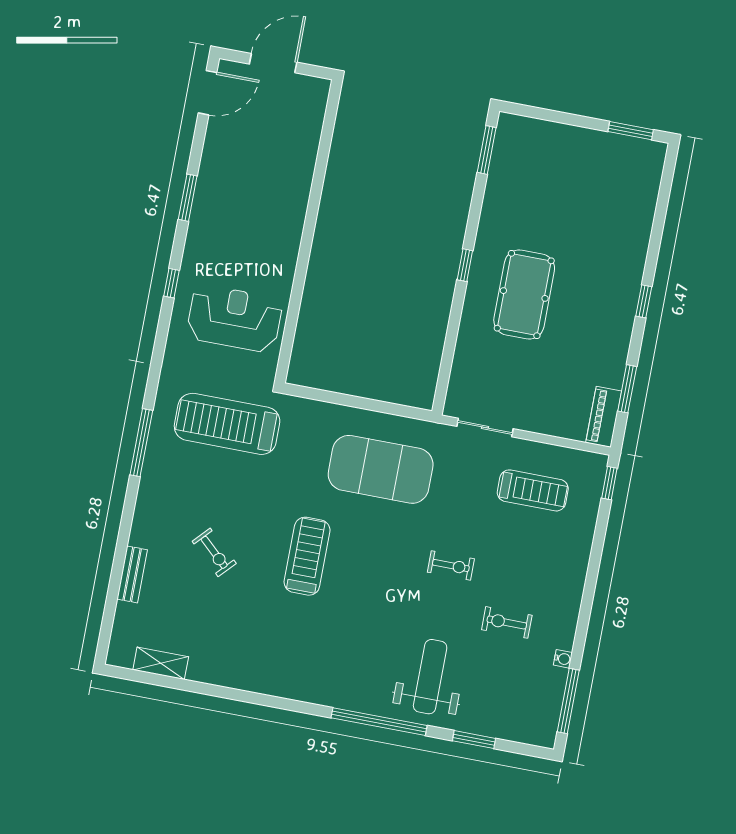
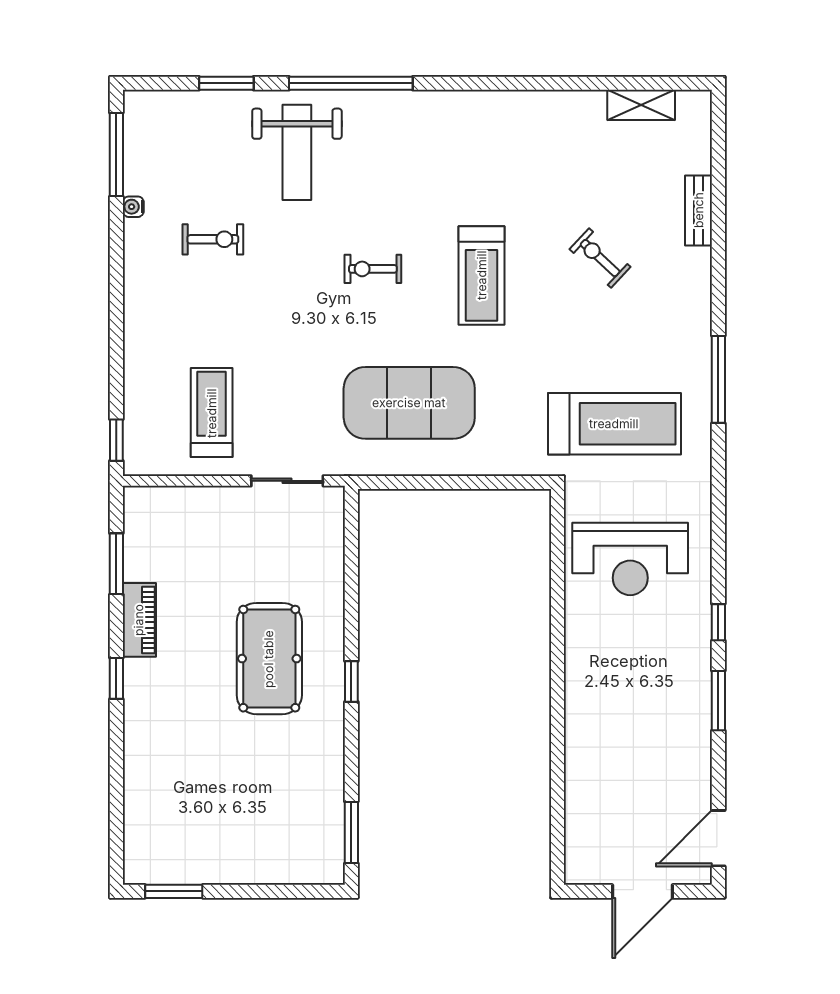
window: (171, 283) -> (718, 622), moved
piano: (604, 417) -> (139, 620), moved
treadmill: (533, 490) -> (212, 413), turned 90
exercise bike: (451, 565) -> (373, 269), moved

